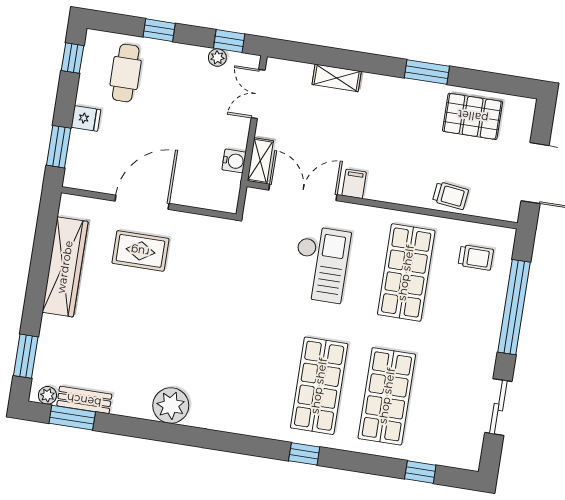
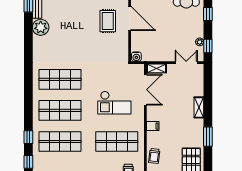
shelving: (337, 78) -> (199, 107), moved
water cooler: (234, 161) -> (136, 57), moved
filing cabinet: (354, 184) -> (153, 126), moved
shop shelf: (251, 375) -> (60, 79), added
plant: (171, 406) -> (41, 27), moved
window: (304, 454) -> (28, 137), moved

